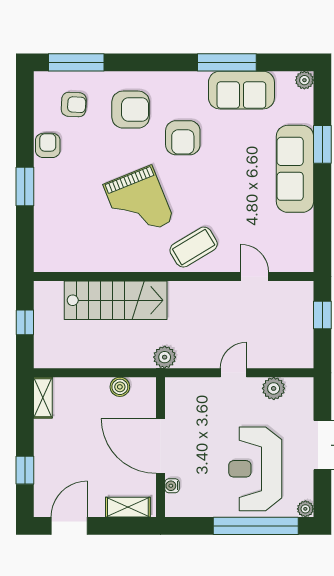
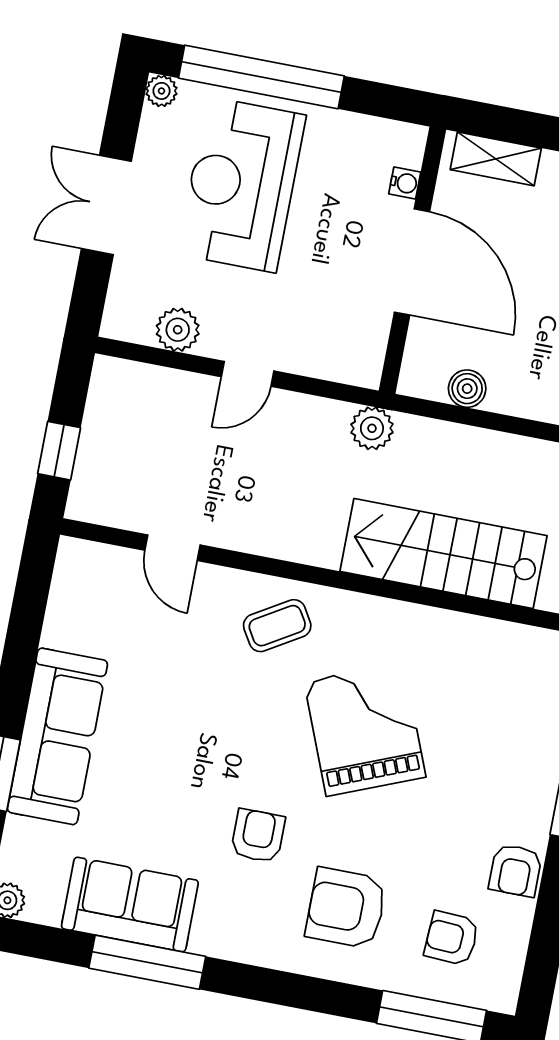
armchair: (183, 138) -> (258, 836), width x0.72, depth x0.72
coffee table: (194, 247) -> (277, 626), width x0.73, depth x0.77
reception desk: (255, 469) -> (242, 185), turned 180

